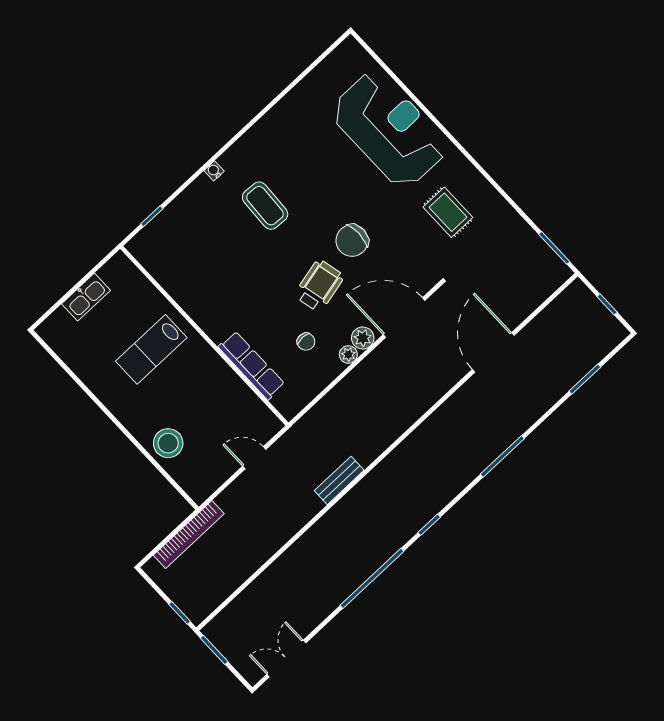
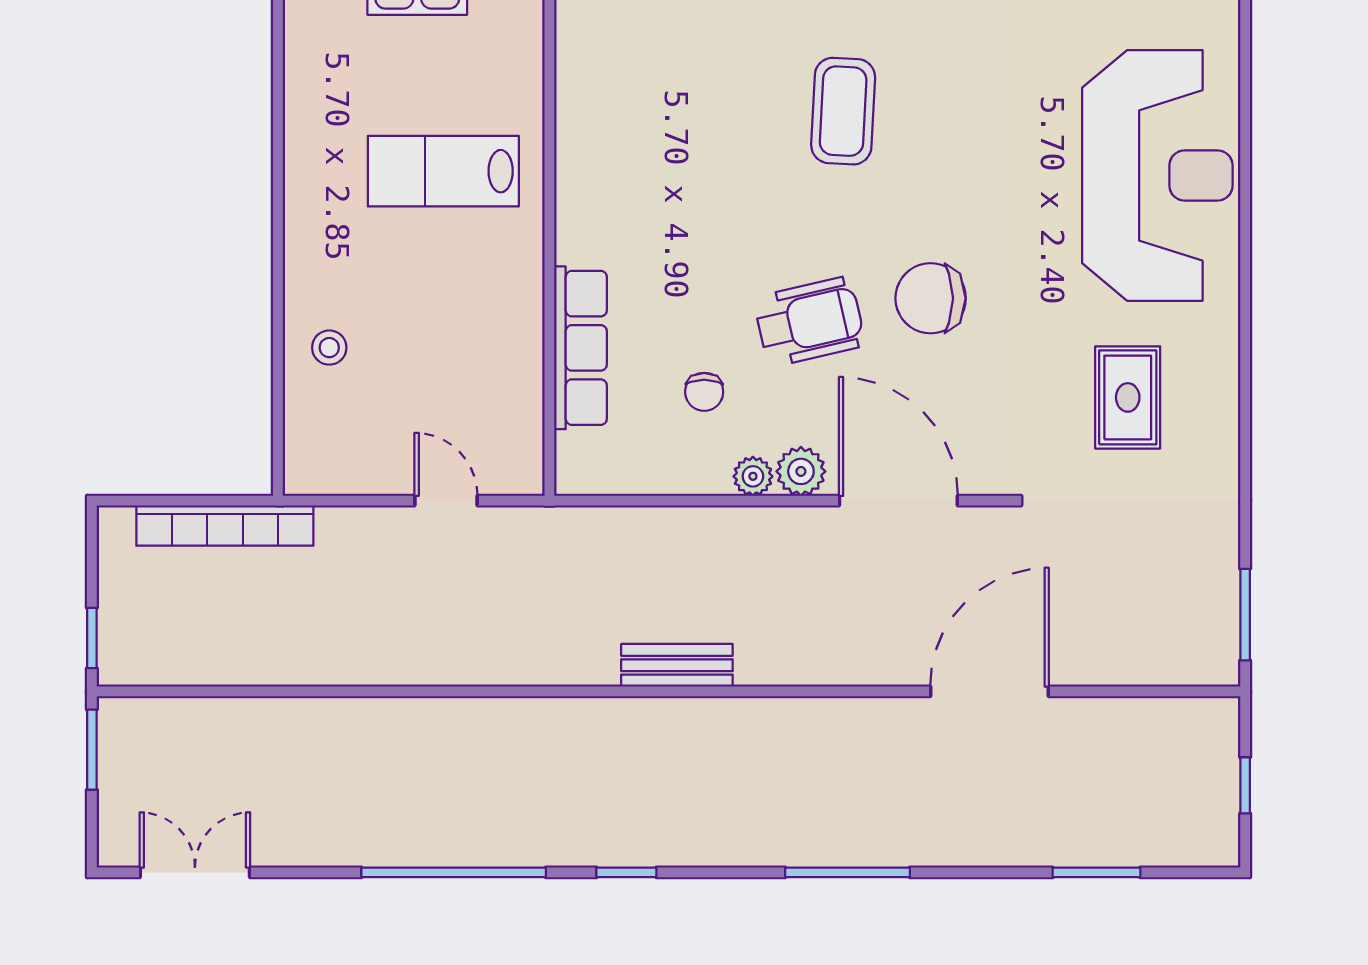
stool: (168, 443) -> (329, 348), width x0.53, depth x0.53
bench: (339, 480) -> (677, 665), moved

